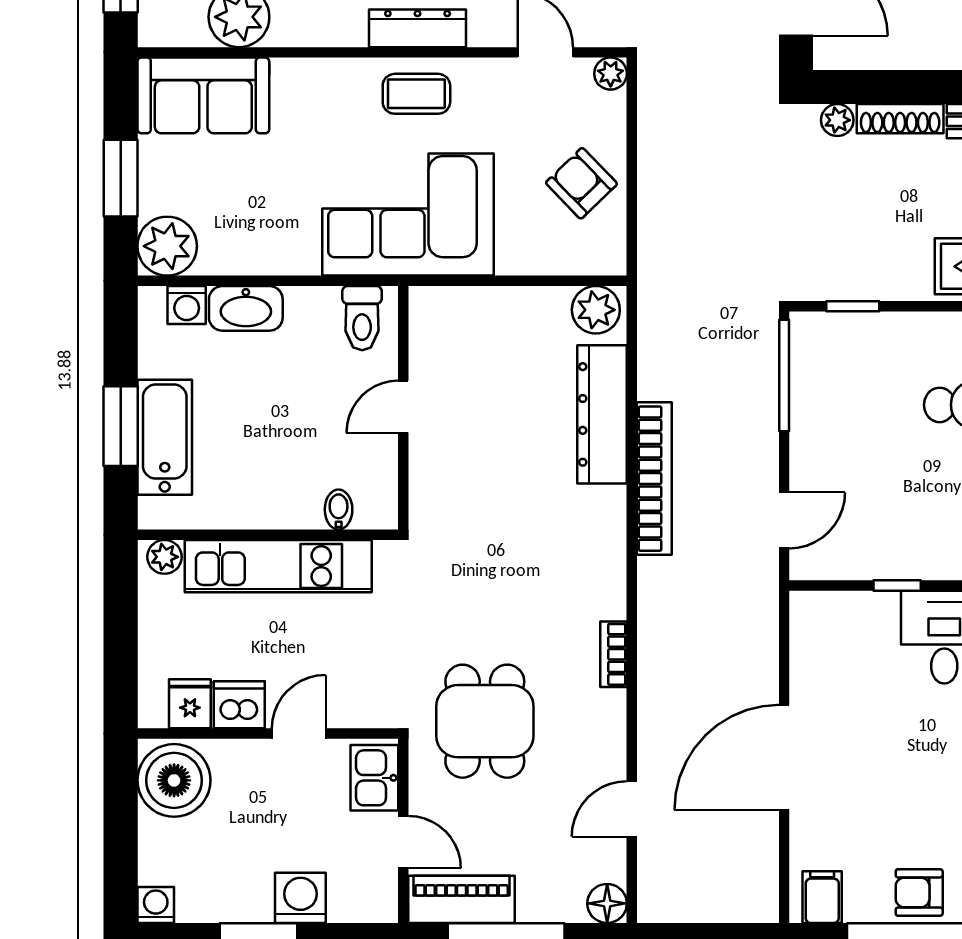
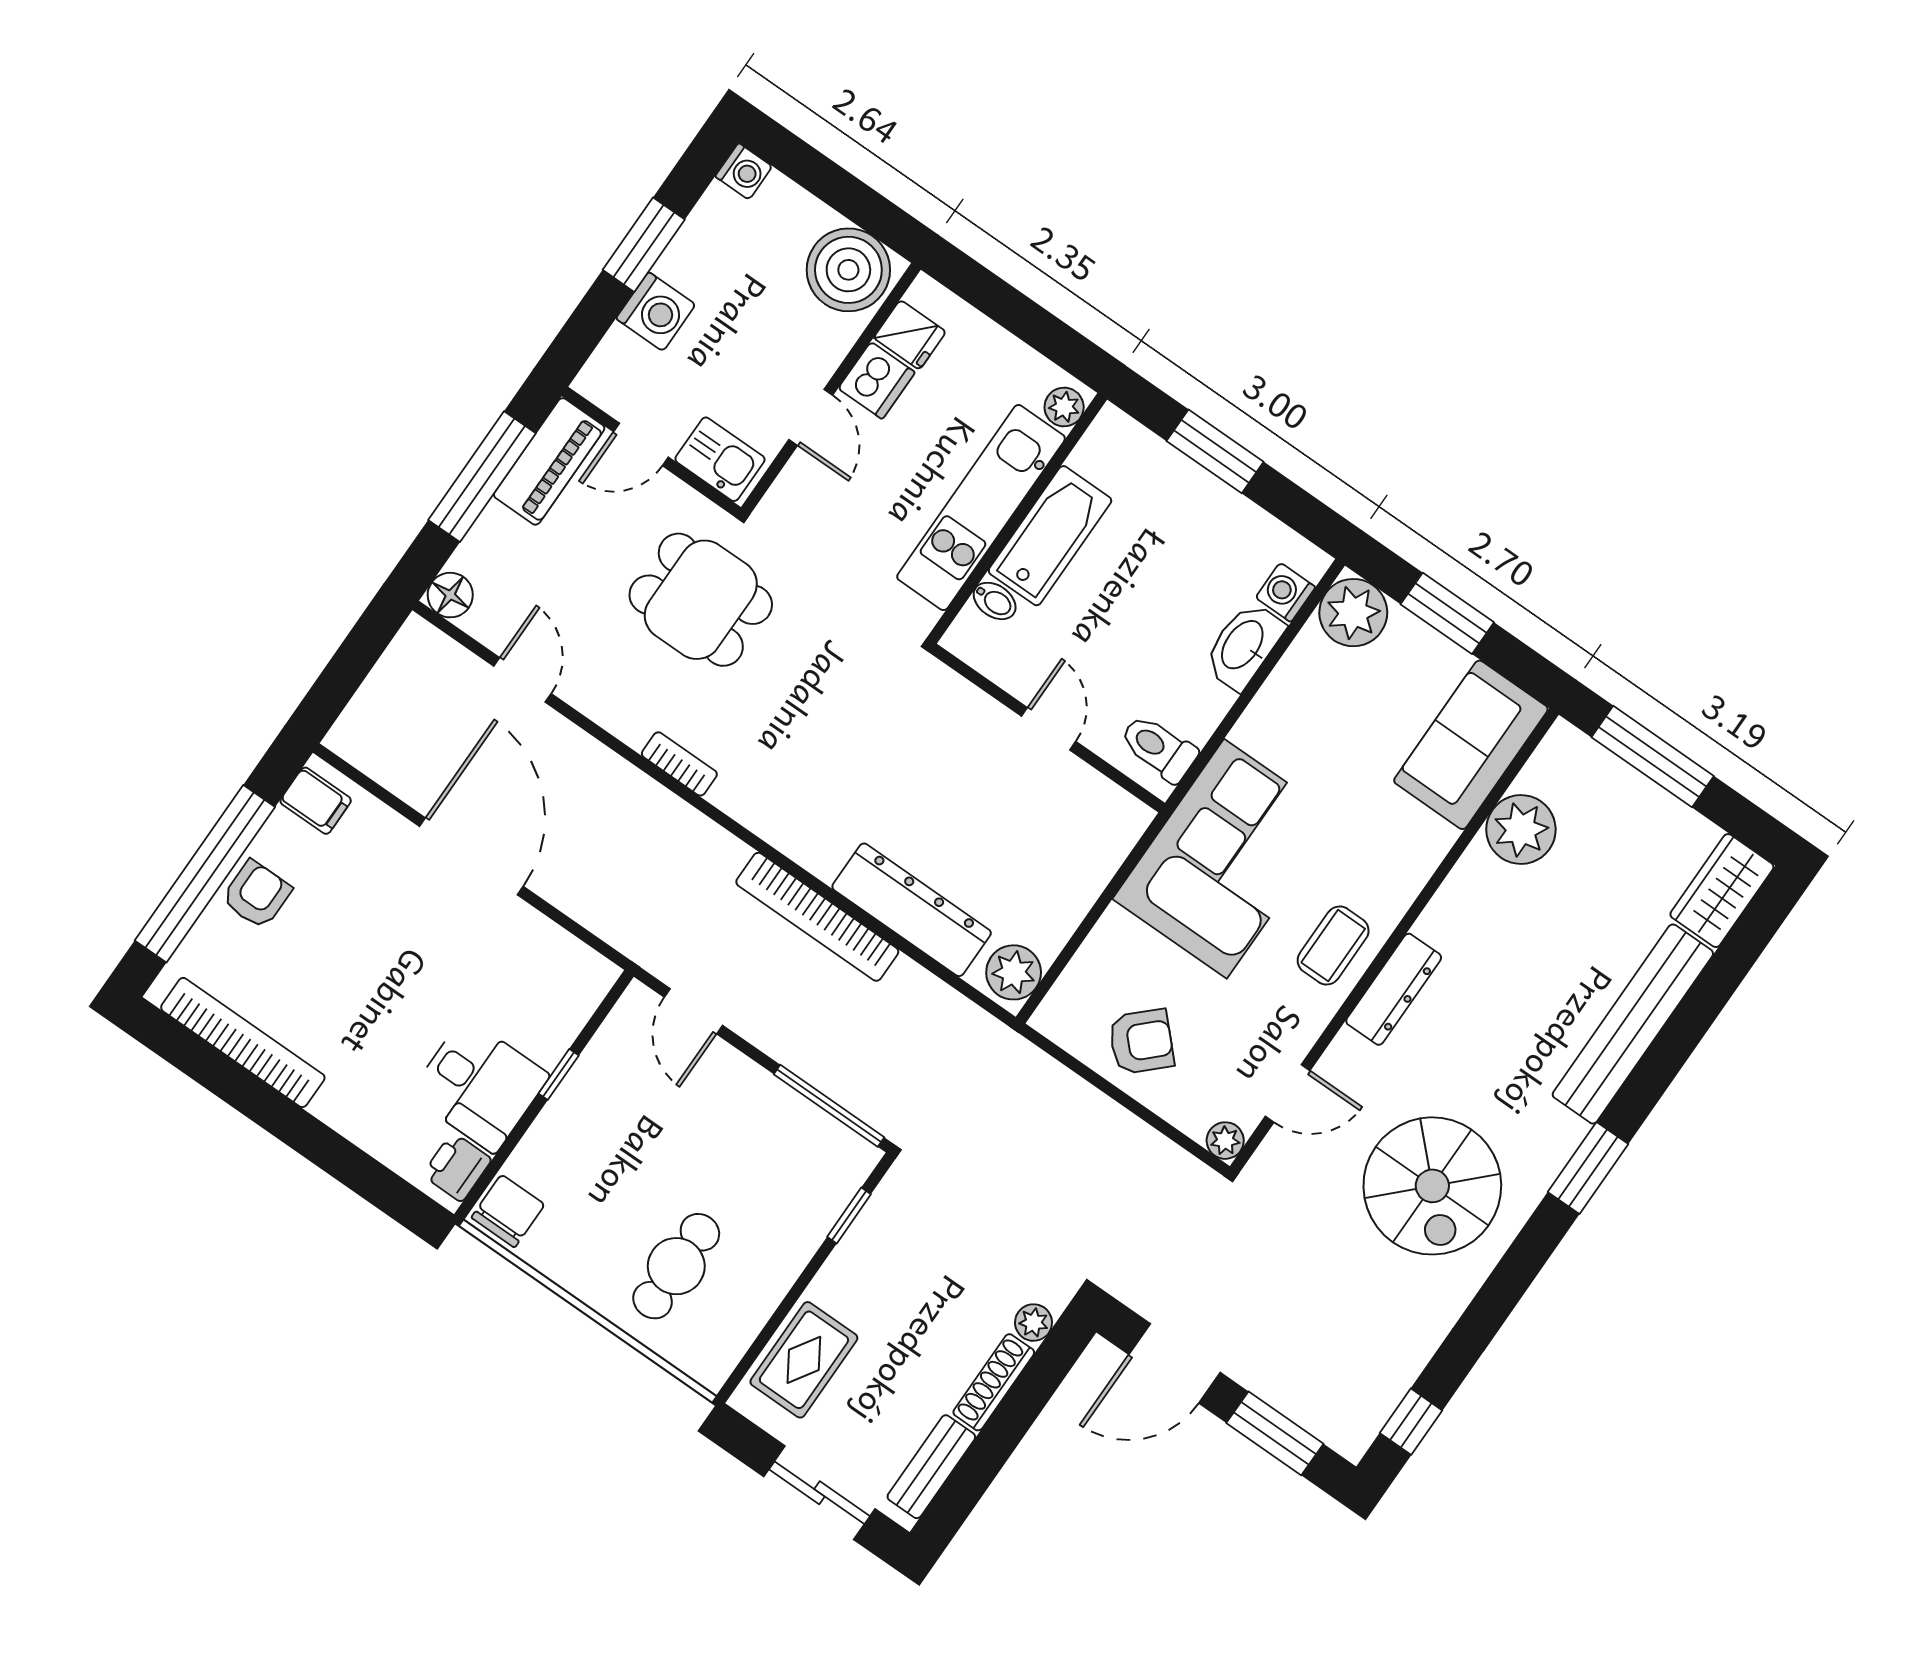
bathtub: (165, 437) -> (1050, 536), moved, turned -90

